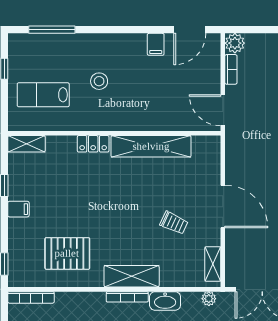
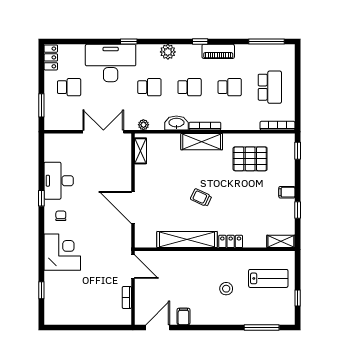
plant: (235, 43) -> (124, 317), removed
door: (223, 206) -> (133, 207), moved
trolley: (174, 223) -> (201, 198), moved

